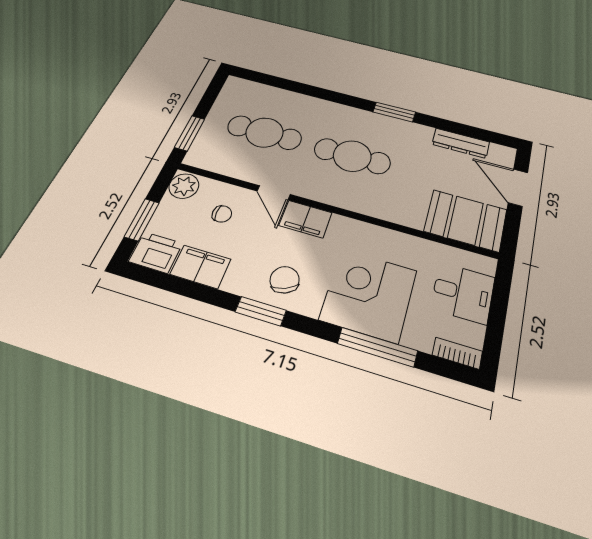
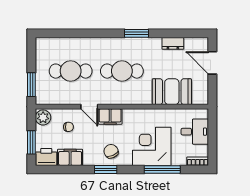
dresser: (461, 143) -> (173, 43), width x0.70
booth: (466, 220) -> (172, 92), moved

